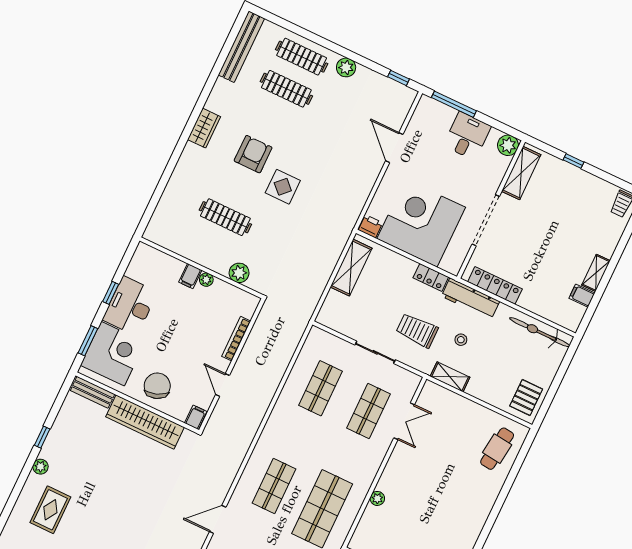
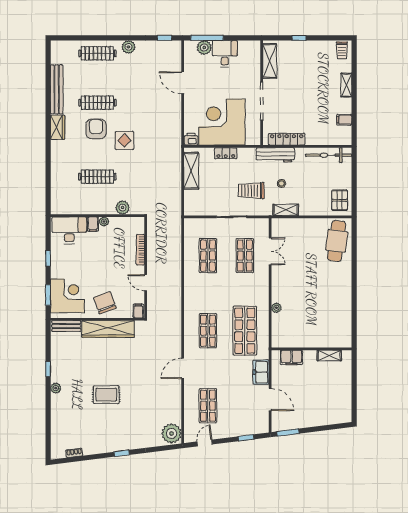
bench: (241, 47) -> (57, 89), moved
clothes rail: (286, 89) -> (97, 103), moved
plant: (508, 145) -> (204, 48), moved
shelving: (596, 273) -> (346, 85), moved
locker: (431, 277) -> (226, 153), moved
desk: (130, 306) -> (69, 230), moved, turned 90
cafe table: (497, 449) -> (337, 241), width x1.37, depth x1.35
rug: (50, 510) -> (106, 395), moved, turned 90

